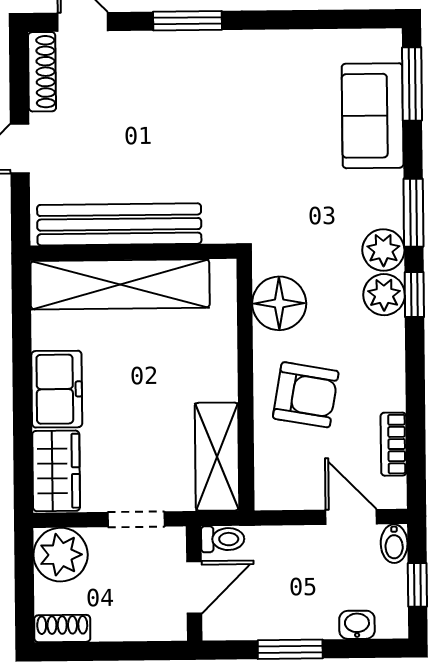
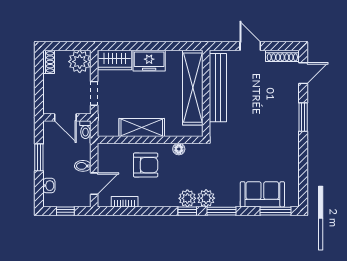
floor lamp: (279, 303) -> (179, 149), width x0.53, depth x0.53
armchair: (306, 395) -> (146, 165), turned -100
shelving: (217, 457) -> (142, 128), moved
bidet: (394, 544) -> (83, 166), moved

